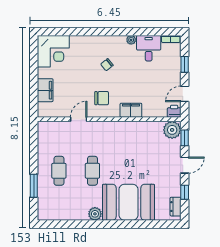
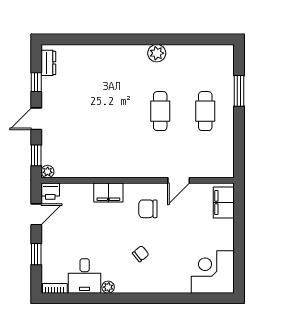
filing cabinet: (45, 90) -> (224, 203), moved
plant: (172, 130) -> (48, 172), width x0.53, depth x0.53
booth: (128, 202) -> (112, 69), removed

